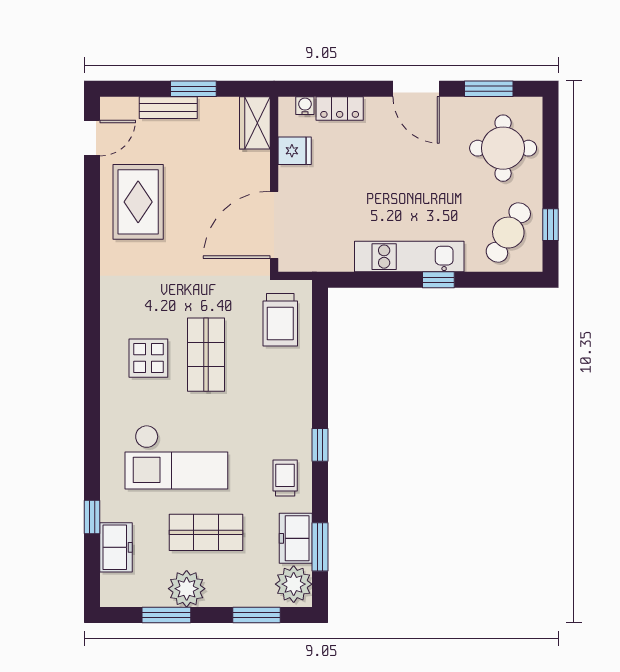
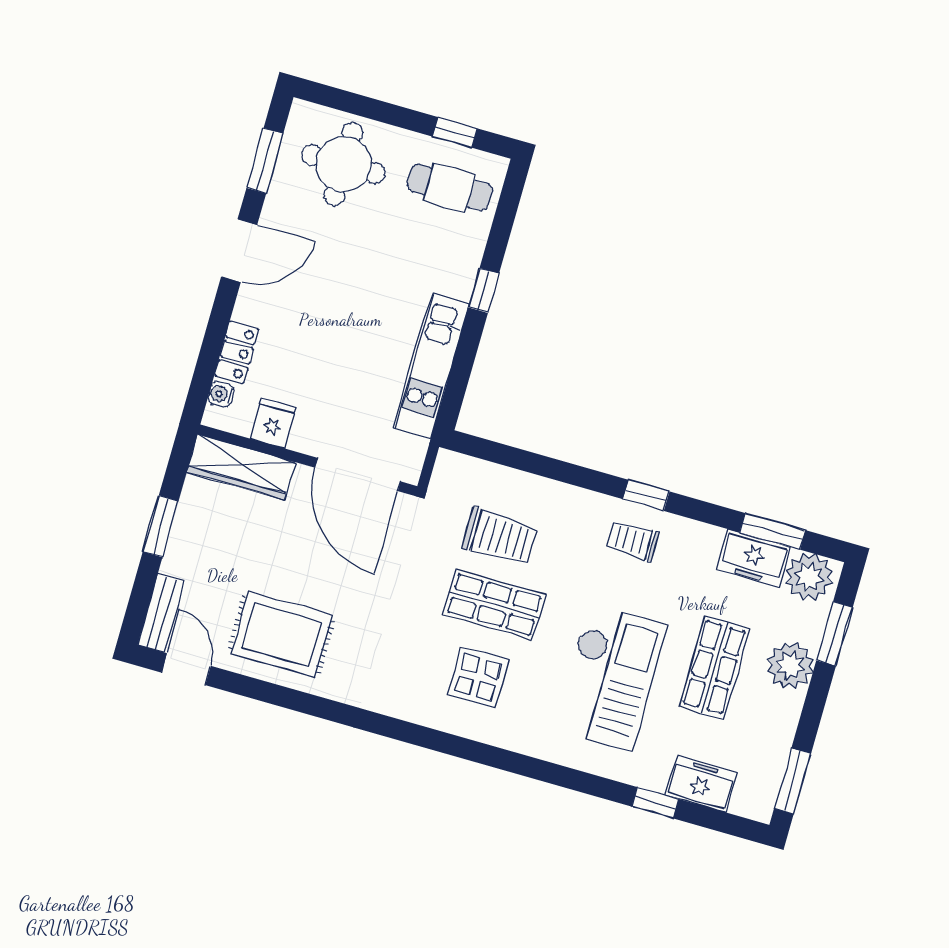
bench: (168, 108) -> (161, 613), moved
wardrobe: (255, 123) -> (241, 467), width x1.50
cafe table: (508, 233) -> (450, 187), turned -30
kitchen unit: (409, 257) -> (431, 366), moved
trolley: (280, 320) -> (500, 537), moved
trolley: (285, 478) -> (633, 541), moved
plant: (187, 589) -> (790, 666), moved
window: (166, 615) -> (793, 781), moved

